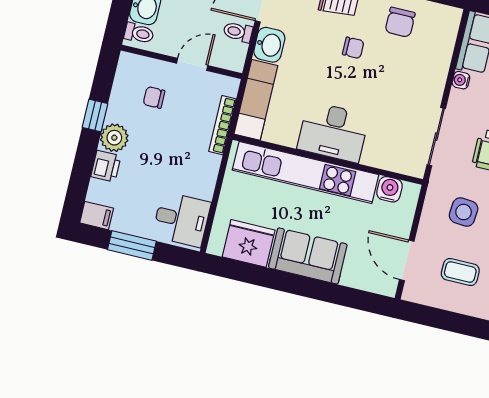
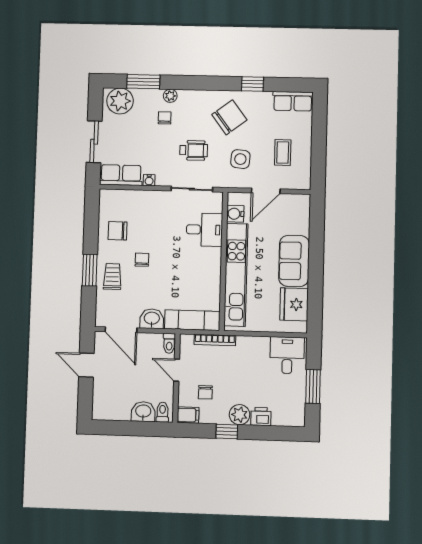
chair: (400, 22) -> (118, 231), turned 180
toilet: (238, 32) -> (169, 343), moved
desk: (333, 132) -> (204, 230), moved, width x0.73
filing cabinet: (97, 216) -> (188, 415), moved, turned 90
door: (407, 260) -> (266, 191), moved

